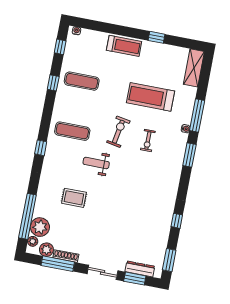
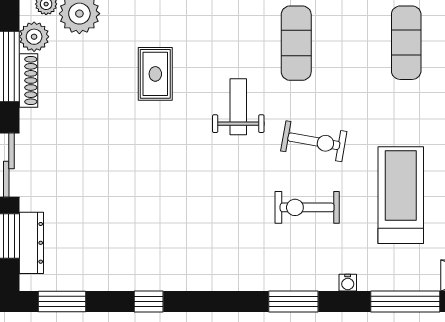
window: (197, 115) -> (405, 302), moved
exercise bike: (148, 141) -> (307, 207), width x1.38, depth x1.39

